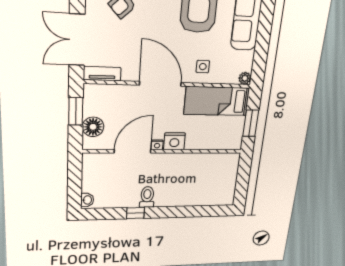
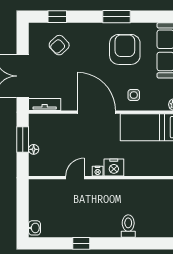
floor lamp: (93, 127) -> (34, 149), width x0.53, depth x0.53
door: (133, 151) -> (75, 178), width x0.53
toilet: (147, 197) -> (128, 226), moved

